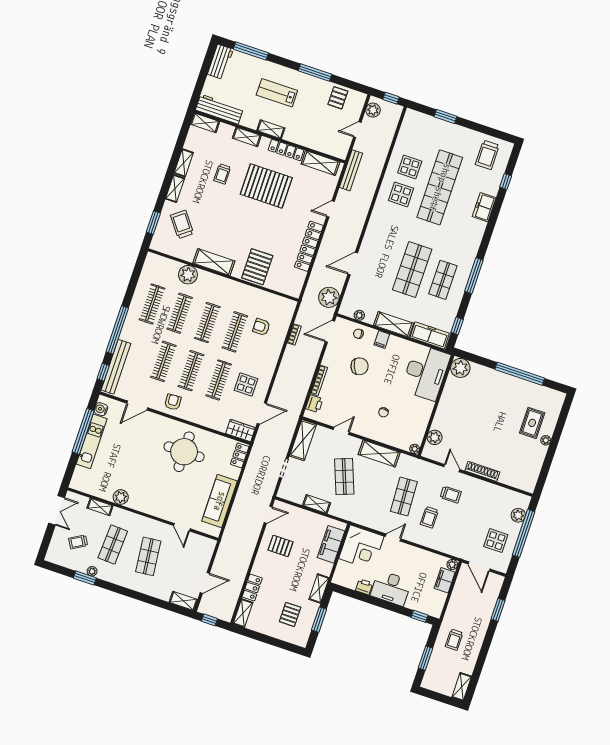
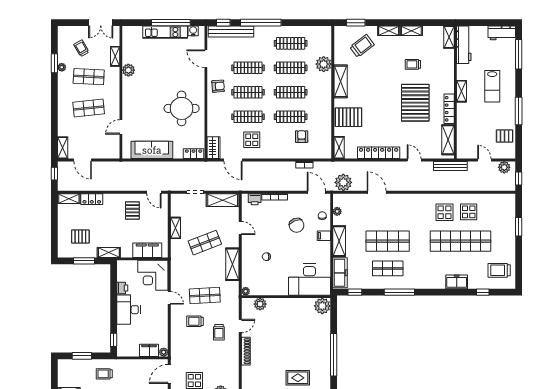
lab bench: (277, 93) -> (492, 86), turned 180
shelving: (247, 137) -> (339, 148), moved

